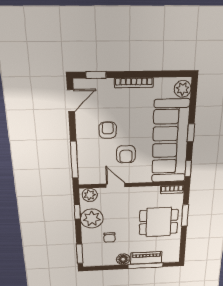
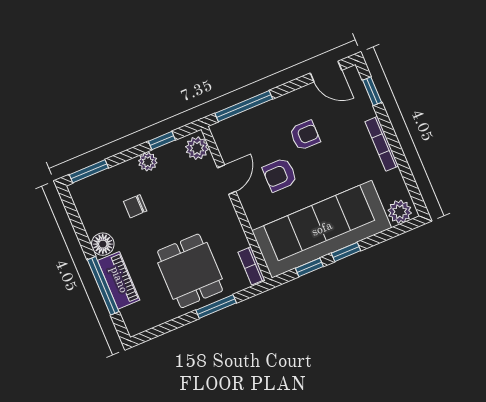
window: (188, 169) -> (309, 267), moved
plant: (92, 219) -> (148, 162), width x0.53, depth x0.53

